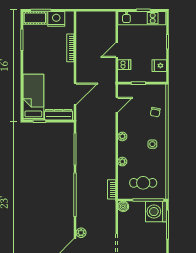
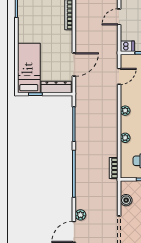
dishwasher: (124, 65) -> (127, 46), moved
boiler: (123, 206) -> (126, 200), moved

